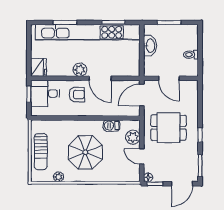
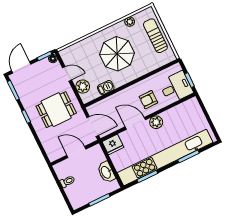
fridge: (39, 67) -> (113, 144), moved, turned -90
door: (142, 95) -> (93, 126), hinge flipped

